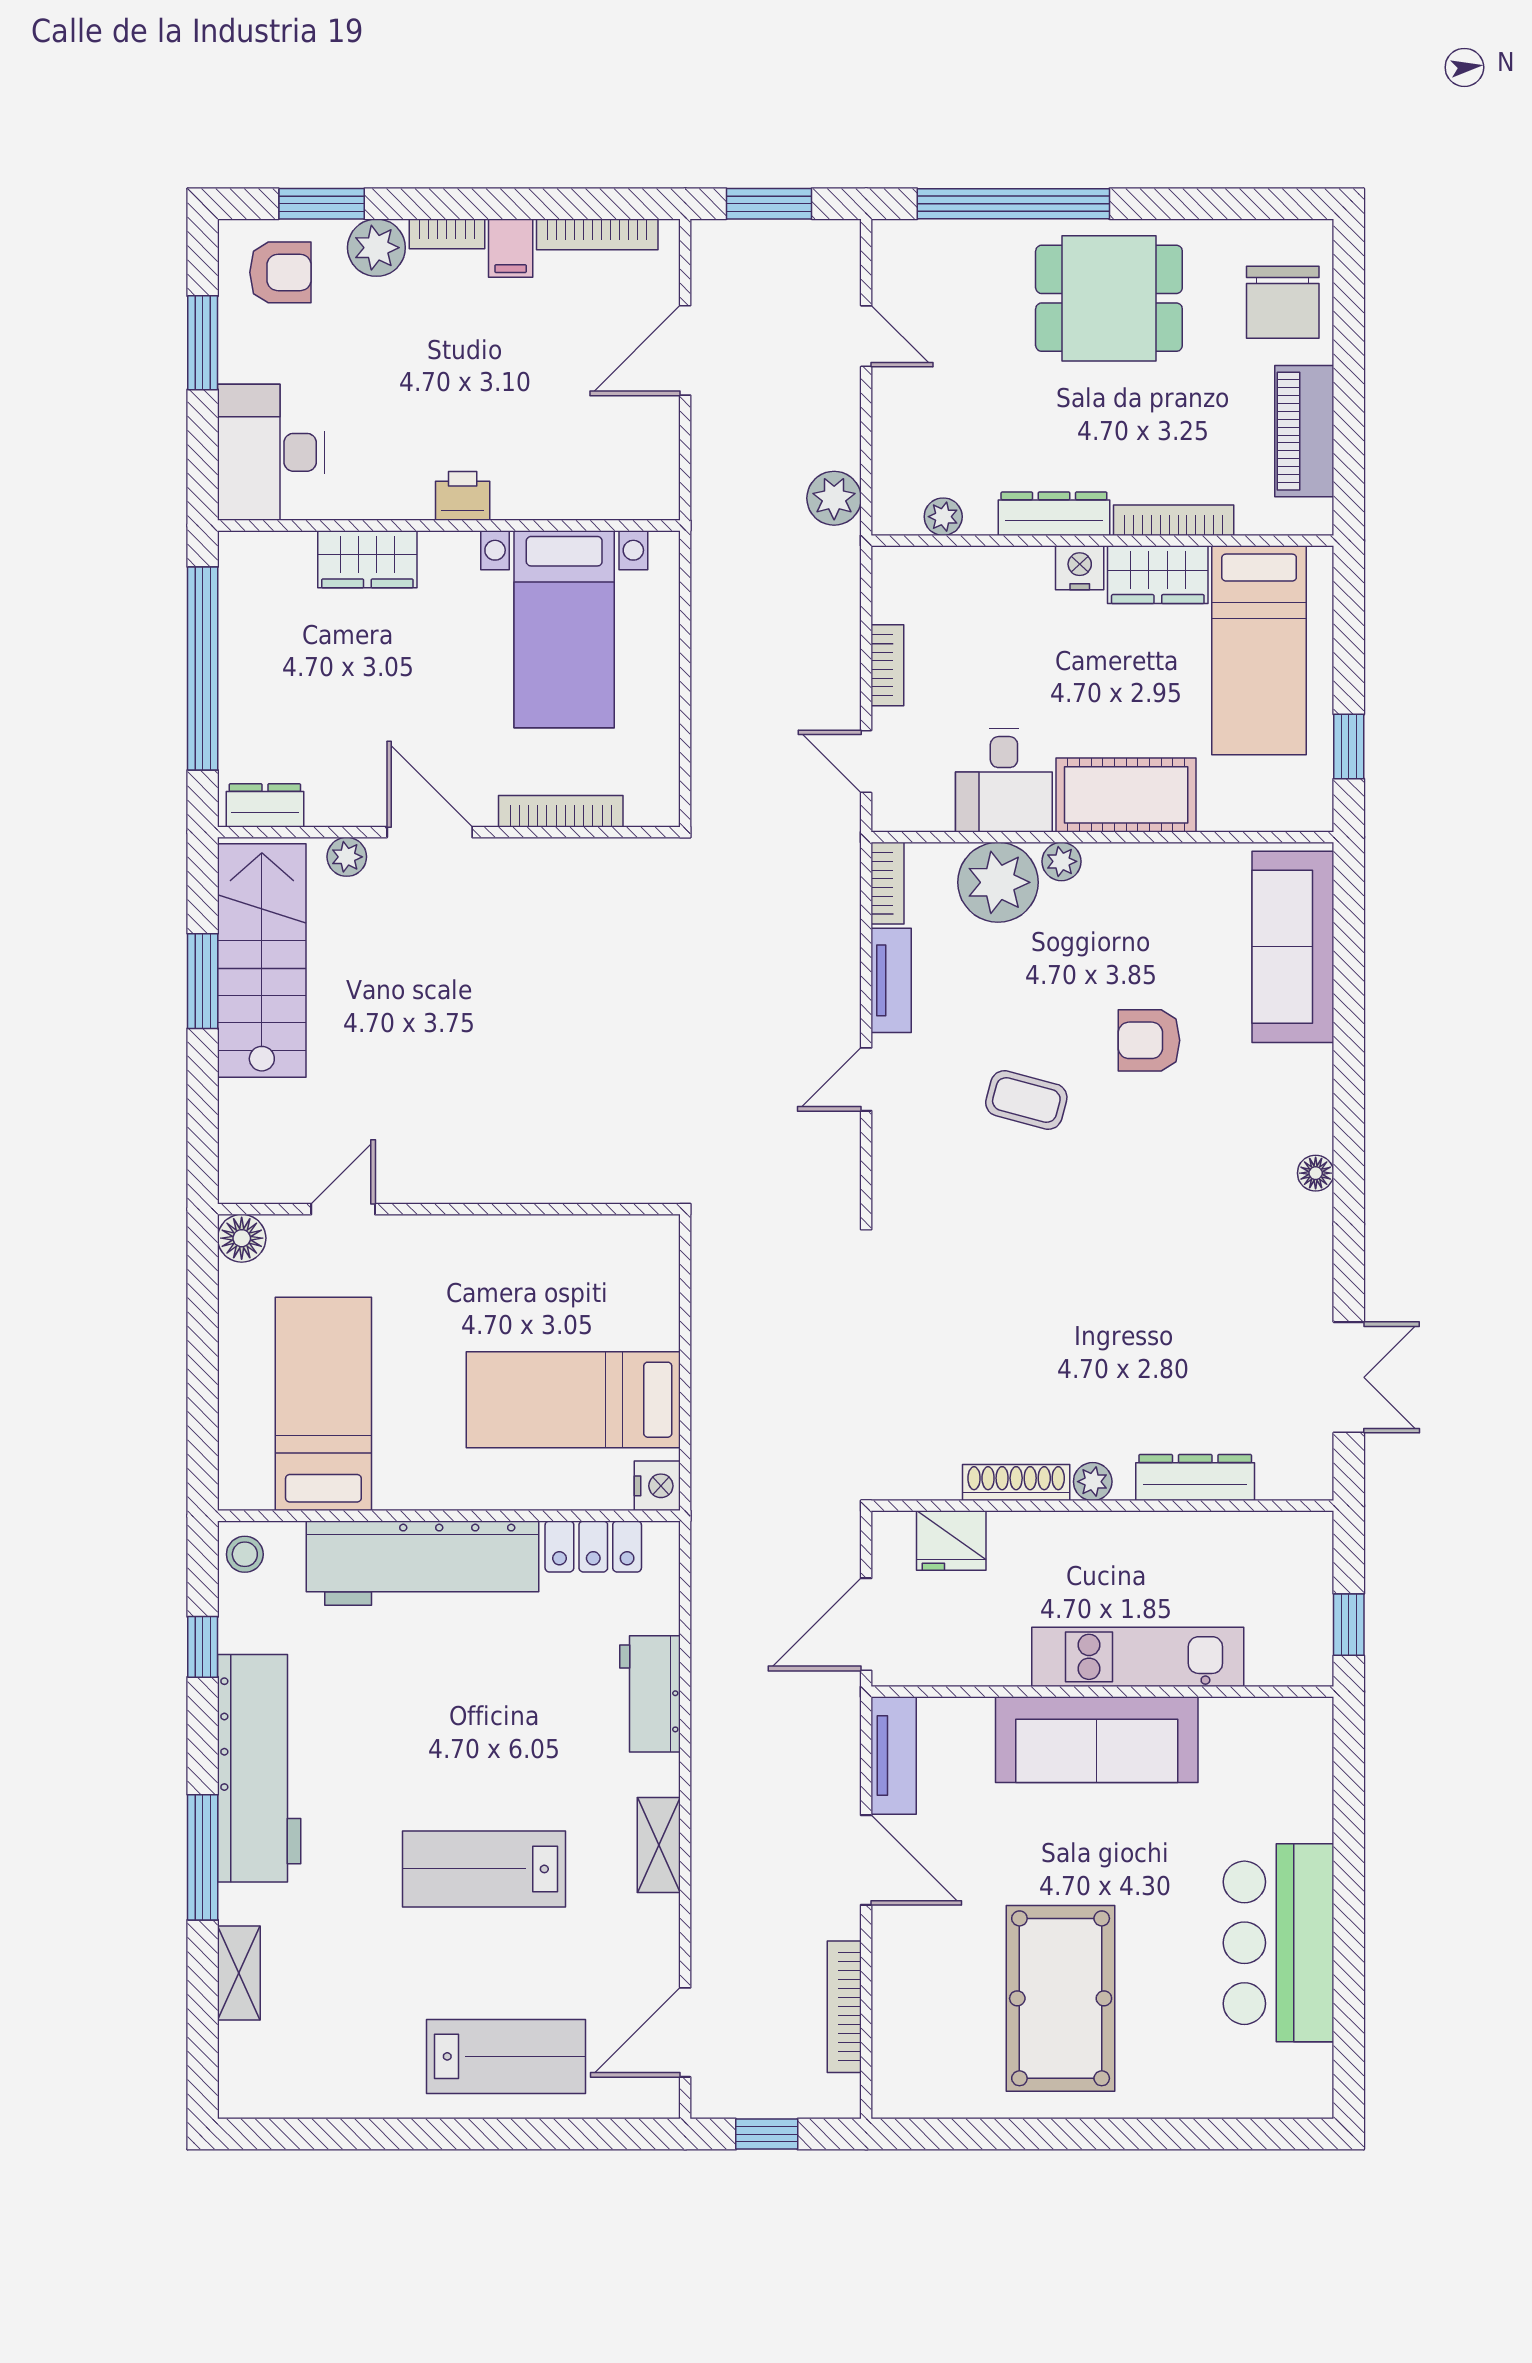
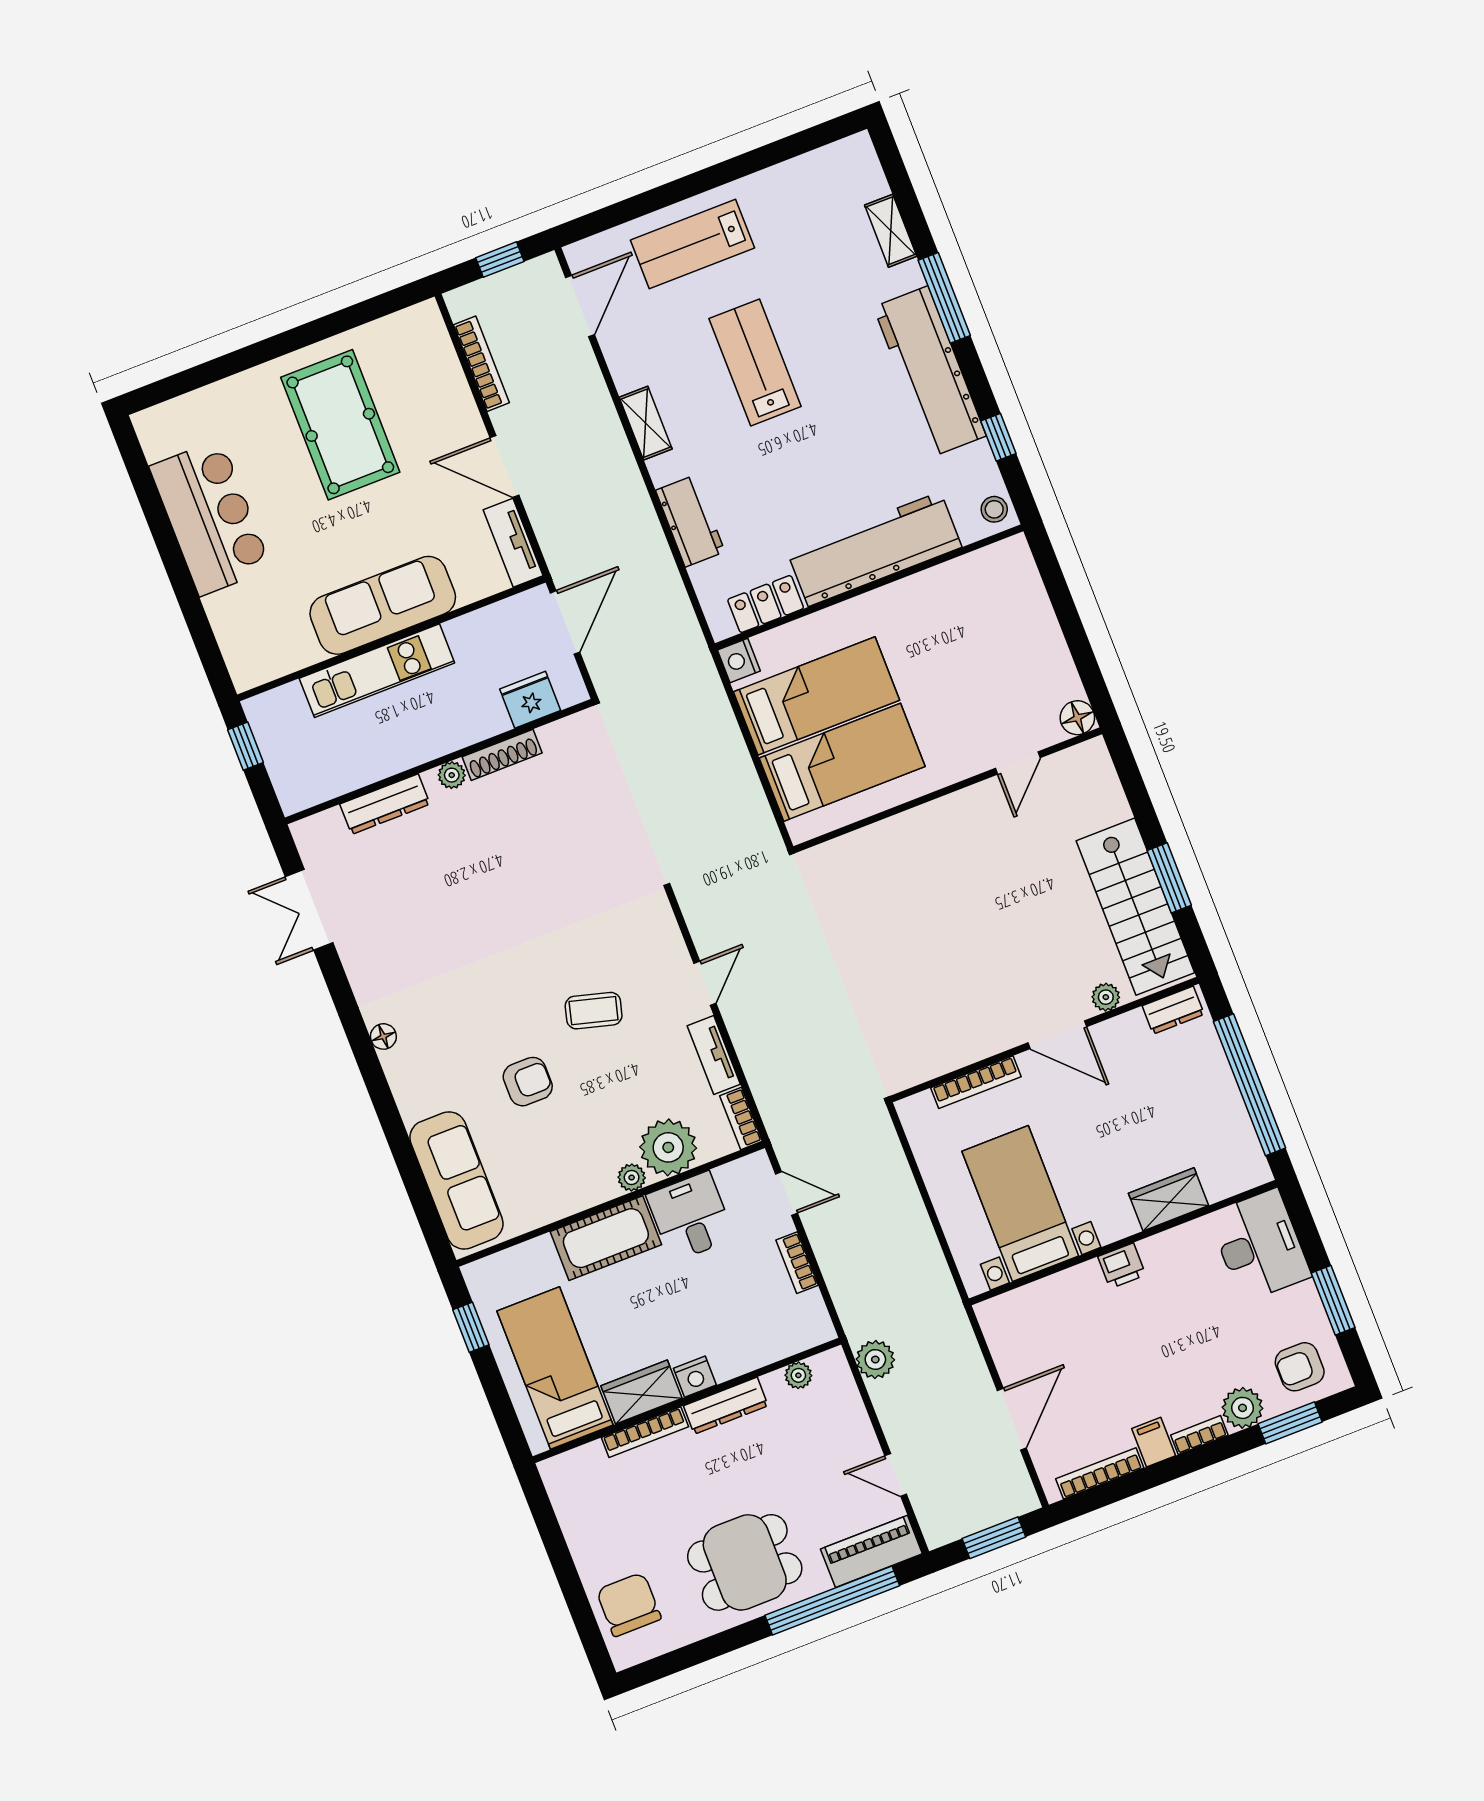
piano: (1304, 431) -> (871, 1551), moved, turned -90
bed: (323, 1404) -> (842, 762), moved, turned -90
lab bench: (484, 1869) -> (755, 362), turned -90

